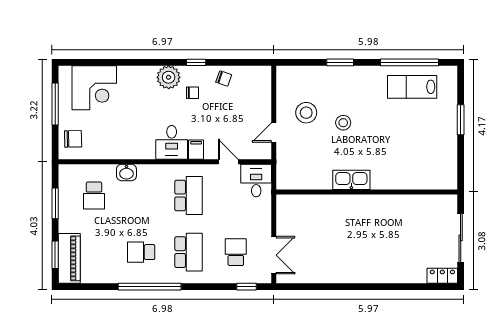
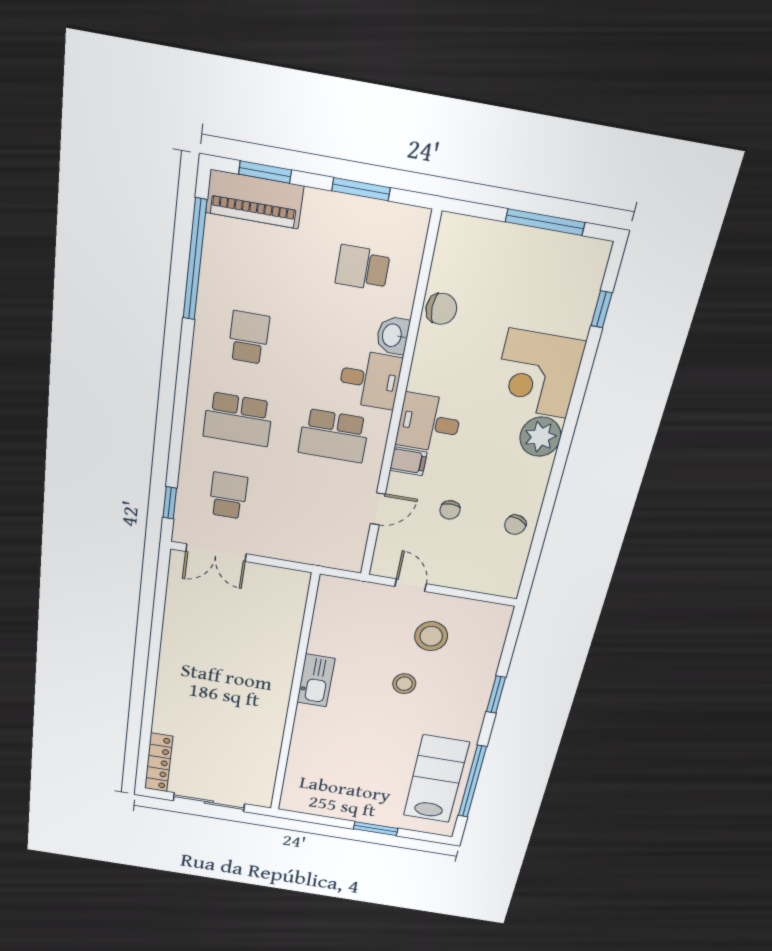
window: (196, 62) -> (601, 309), moved
lab bench: (412, 87) -> (436, 779), width x1.36, depth x1.39
corner desk: (94, 88) -> (538, 374), moved
chair: (192, 93) -> (450, 510), moved
chair: (73, 139) -> (441, 309), moved, turned -89
desk: (256, 181) -> (370, 379), moved
school desk: (236, 252) -> (228, 496), turned -90
locker: (442, 276) -> (159, 762), width x1.53
window: (150, 287) -> (195, 260), moved

